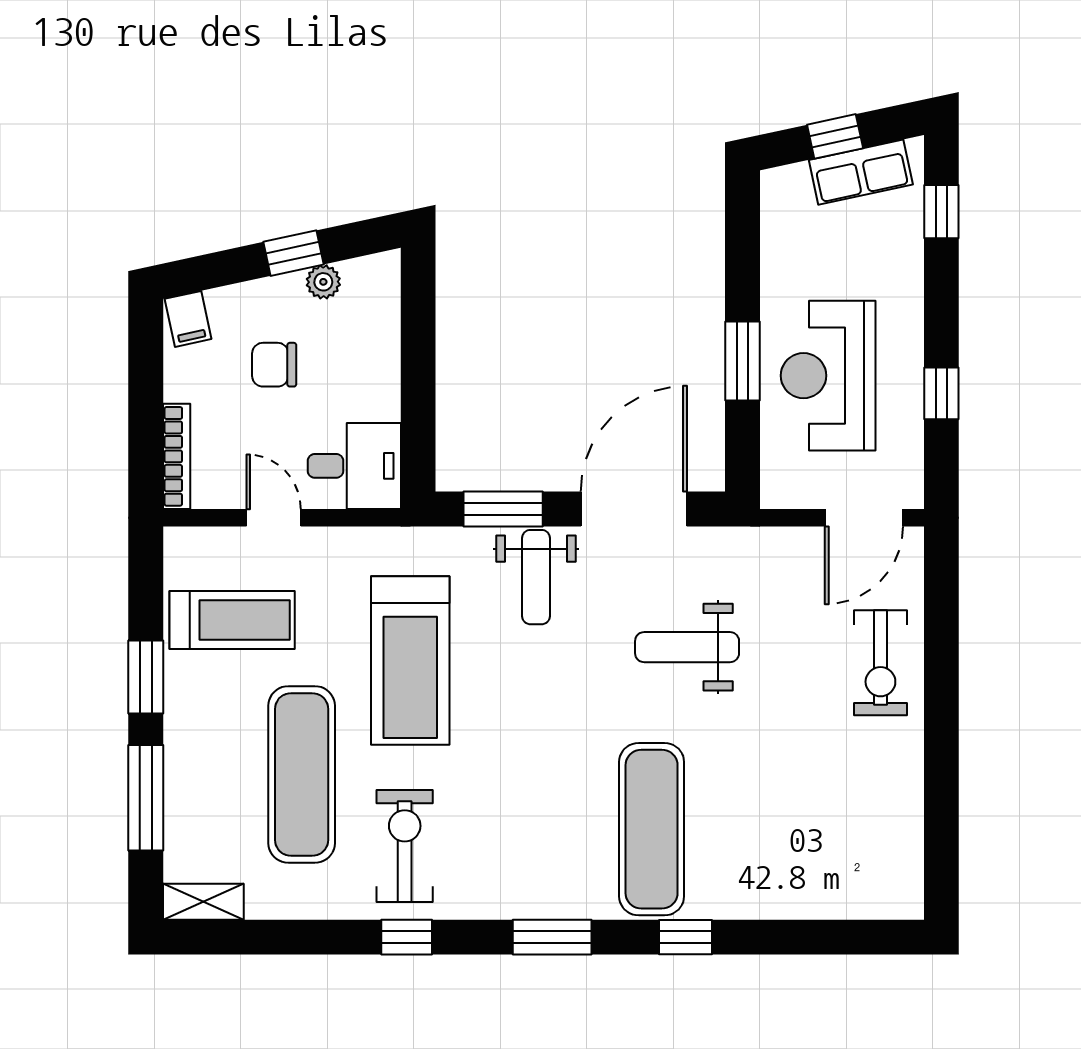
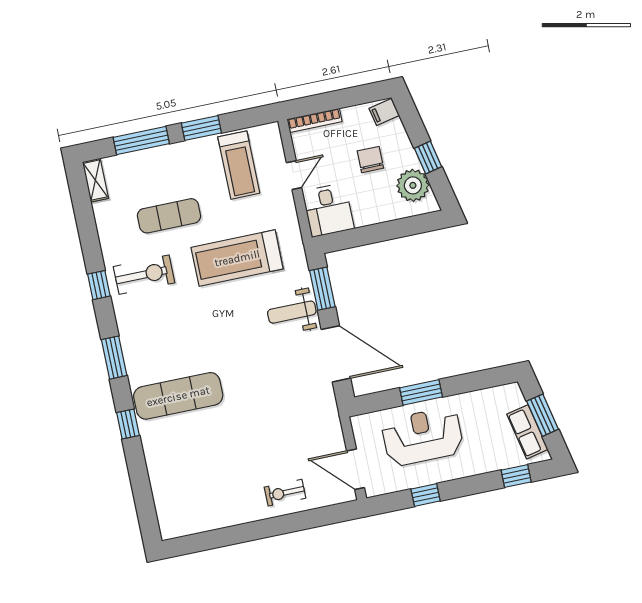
window: (835, 136) -> (543, 415), width x1.50
plant: (323, 282) -> (413, 185), width x1.87, depth x1.87
weight bench: (687, 647) -> (273, 395), removed
exercise bike: (880, 663) -> (285, 493), width x0.73, depth x0.72
exercise mat: (302, 774) -> (169, 216), width x0.73, depth x0.69

